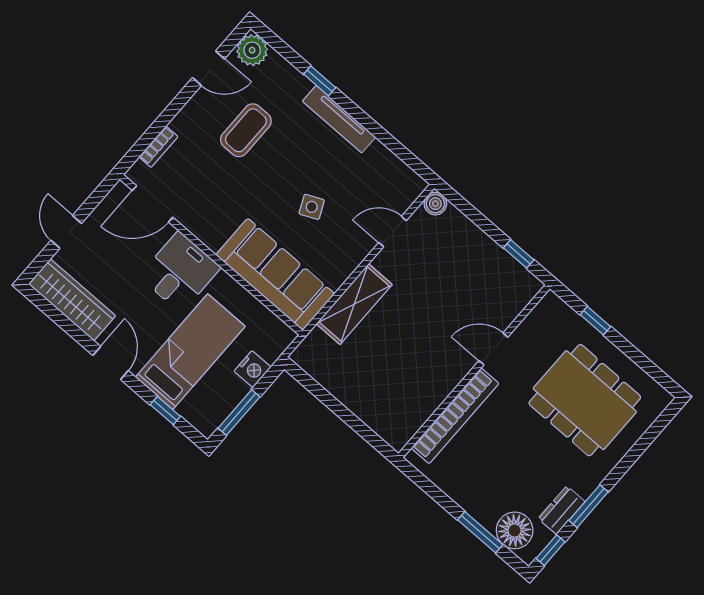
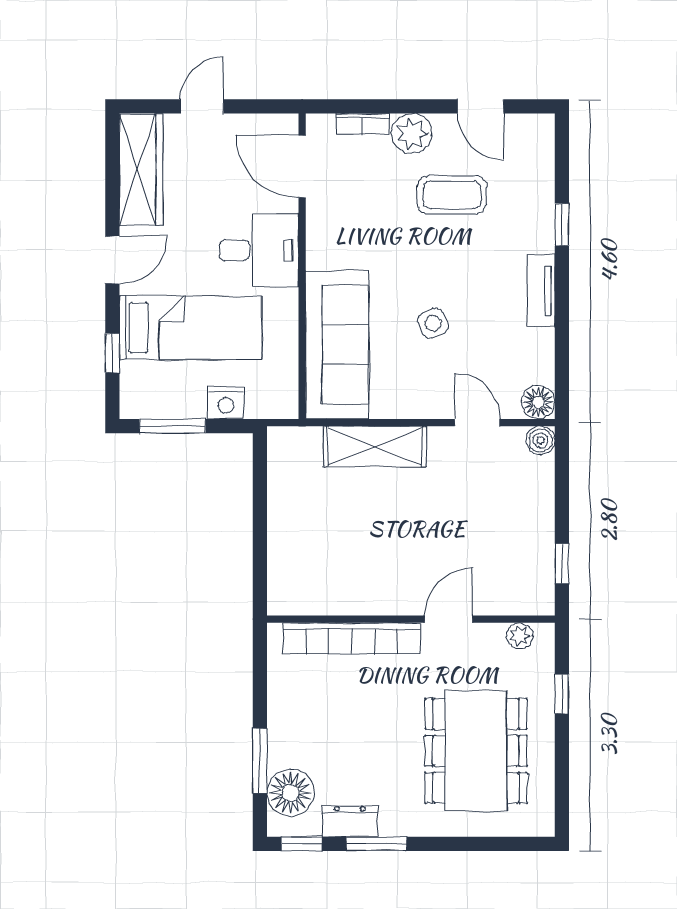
plant: (252, 50) -> (412, 134), moved
tv unit: (339, 119) -> (541, 291), width x0.71
floor lamp: (412, 185) -> (538, 402), added
plant: (540, 316) -> (520, 636), added
door: (493, 349) -> (449, 619), hinge flipped

